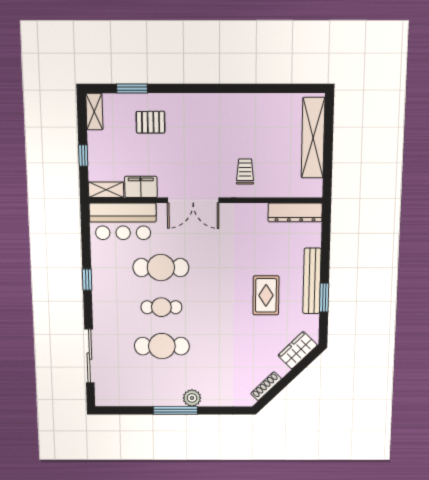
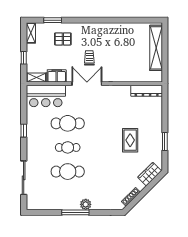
trolley: (245, 171) -> (89, 58), moved
double door: (193, 200) -> (87, 84), swing flipped
bench: (312, 281) -> (157, 131), removed

